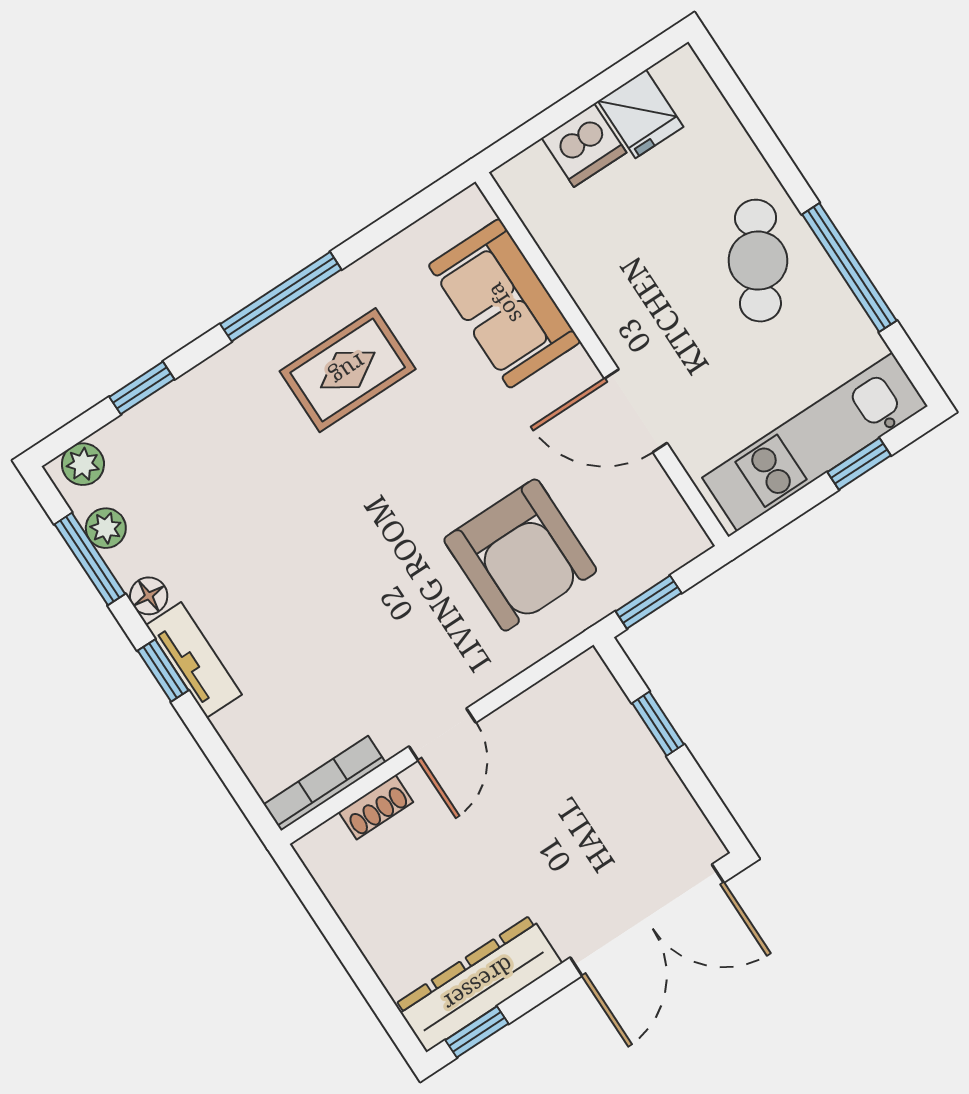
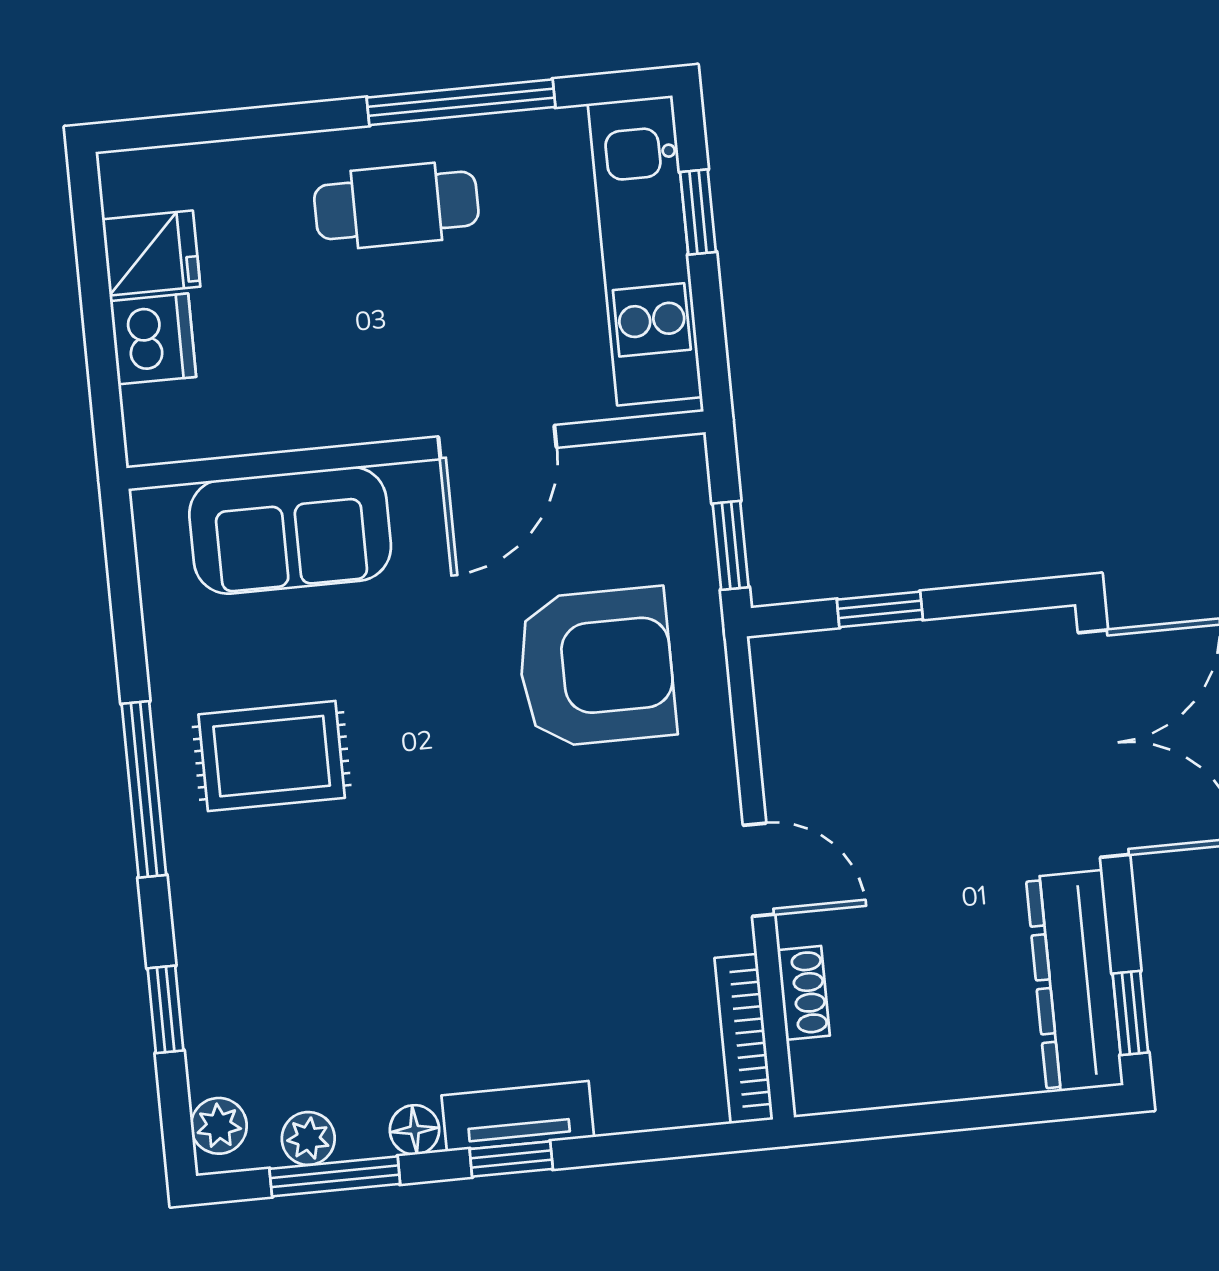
cafe table: (758, 261) -> (396, 205), turned -30
rug: (348, 370) -> (272, 756), turned 90

